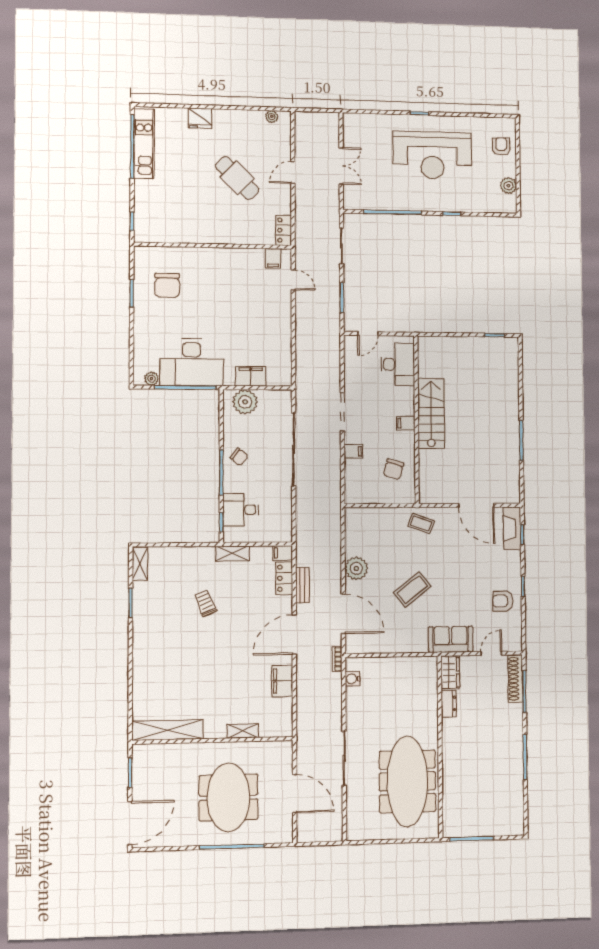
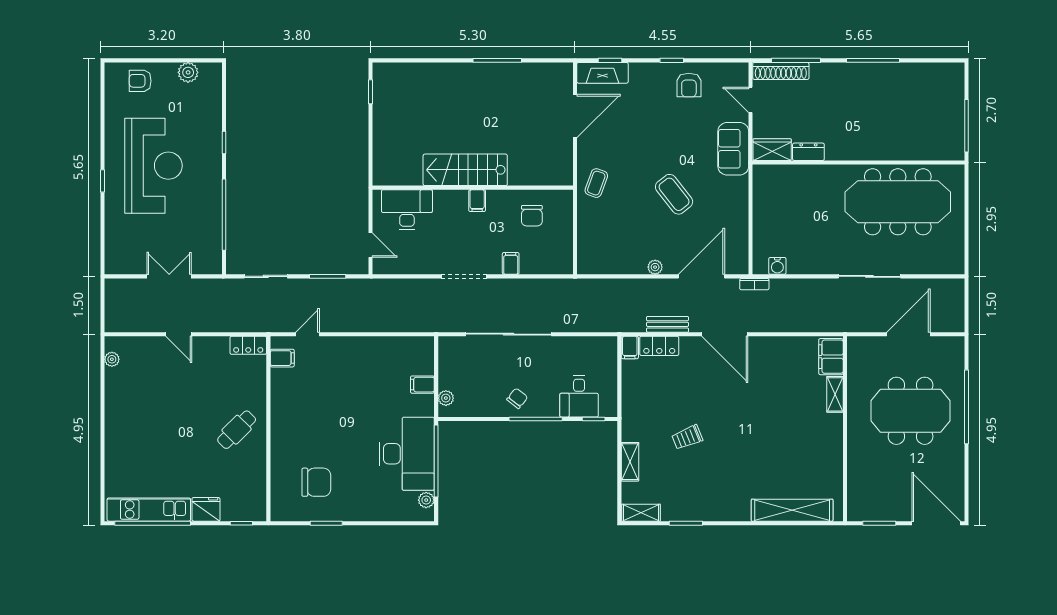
fridge: (200, 118) -> (206, 509), moved, turned -90
cafe table: (237, 178) -> (237, 430), moved, width x0.73, depth x0.74
filing cabinet: (251, 376) -> (422, 385), width x0.50
plant: (245, 402) -> (446, 398), width x0.53, depth x0.53
chair: (393, 469) -> (532, 216), turned 74
shelving: (232, 553) -> (630, 462), moved
plant: (356, 568) -> (655, 267), width x0.53, depth x0.53
filing cabinet: (282, 681) -> (831, 357), moved, turned 90
shelving: (168, 730) -> (792, 510), moved, turned 90

